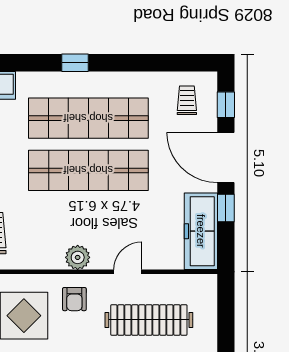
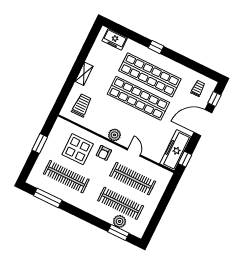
door: (226, 158) -> (203, 123), hinge flipped
window: (226, 208) -> (185, 159), moved
door: (128, 272) -> (134, 152), hinge flipped

